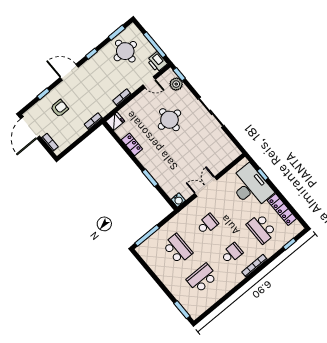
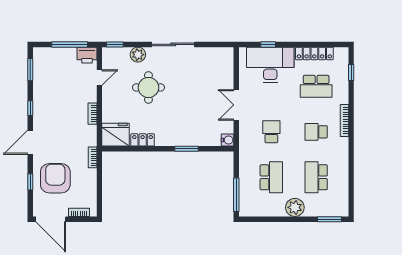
round table: (125, 51) -> (53, 76), removed
plant: (176, 84) -> (138, 55), moved
armchair: (59, 108) -> (55, 178), width x1.88, depth x1.88
fridge: (115, 121) -> (116, 135), width x1.88, depth x1.34
school desk: (178, 249) -> (271, 177), turned 90
school desk: (232, 253) -> (316, 132), turned -90
plant: (171, 281) -> (295, 207), added

